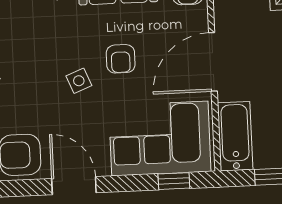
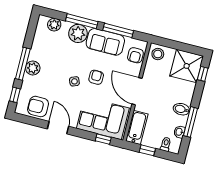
armchair: (121, 59) -> (96, 77), turned 180
door: (213, 62) -> (137, 91), hinge flipped

